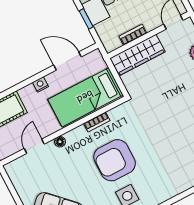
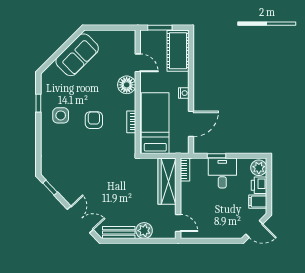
bookcase: (133, 35) -> (185, 170), moved
floor lamp: (60, 142) -> (127, 85), width x1.89, depth x1.89
armchair: (115, 160) -> (94, 120), width x0.53, depth x0.53

